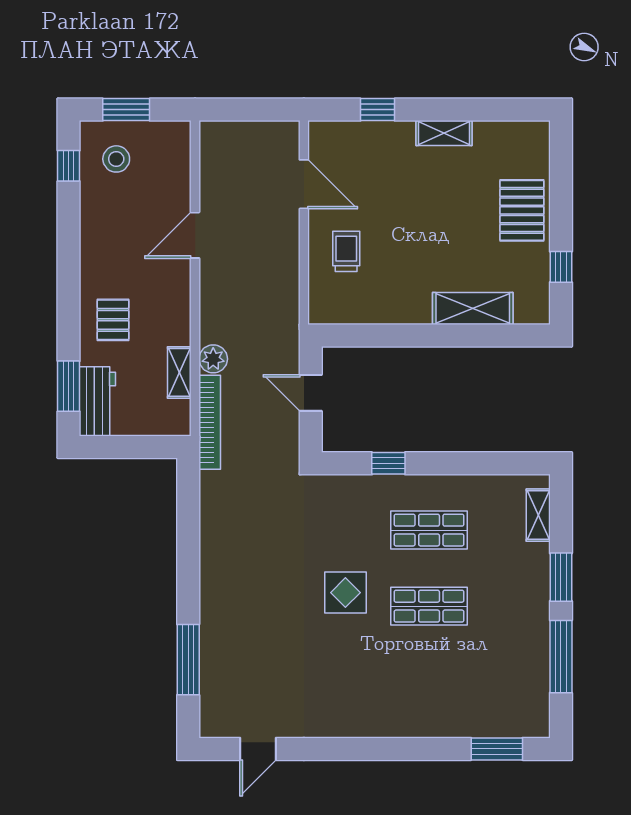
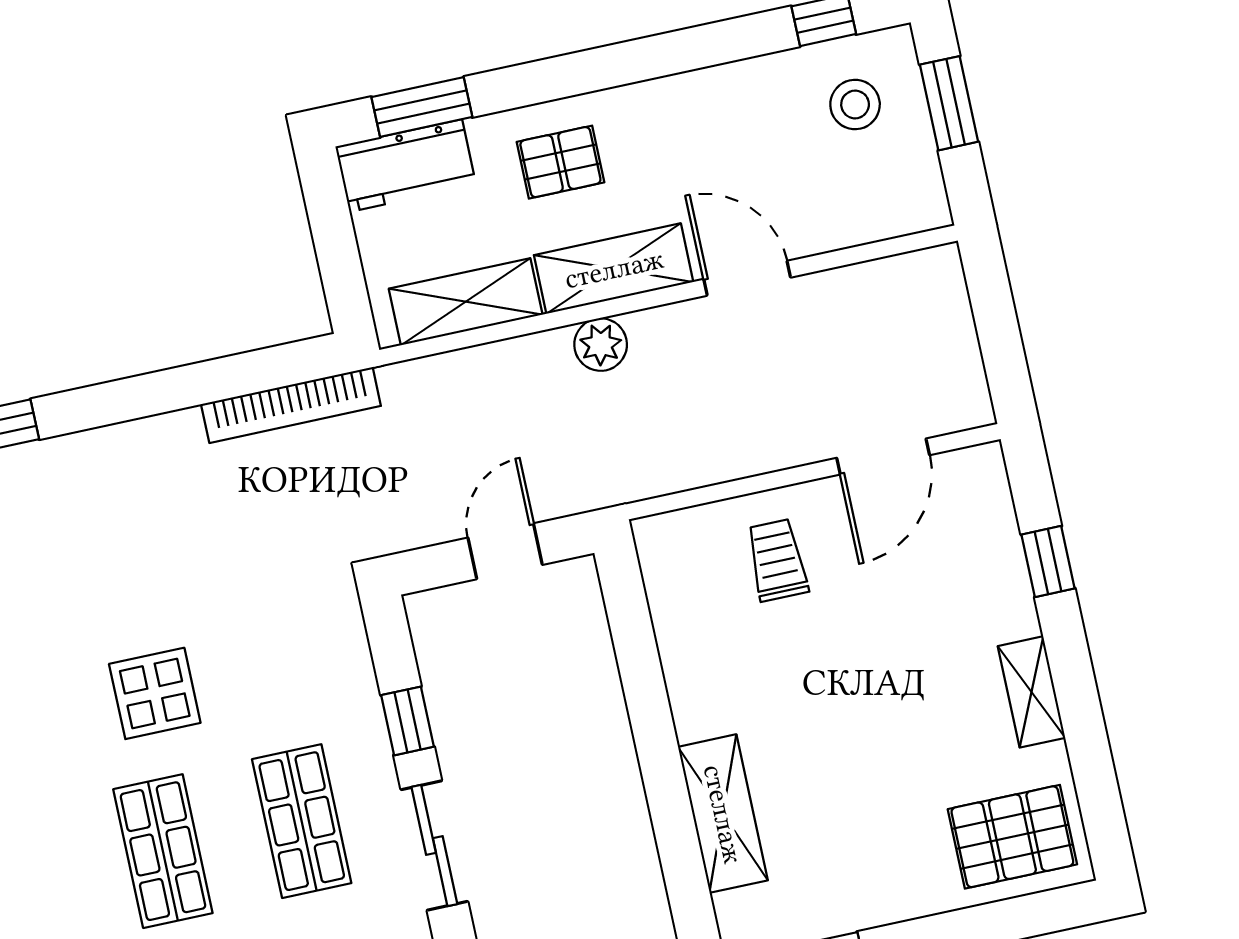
pallet: (522, 210) -> (1012, 837), moved
trolley: (346, 251) -> (777, 560), turned -90
shelving: (175, 304) -> (614, 269), added
plant: (213, 359) -> (601, 345), moved
shelving: (179, 372) -> (466, 302), width x1.50, depth x1.33
bookcase: (210, 422) -> (291, 405), moved
sliding door: (457, 463) -> (434, 845), added

